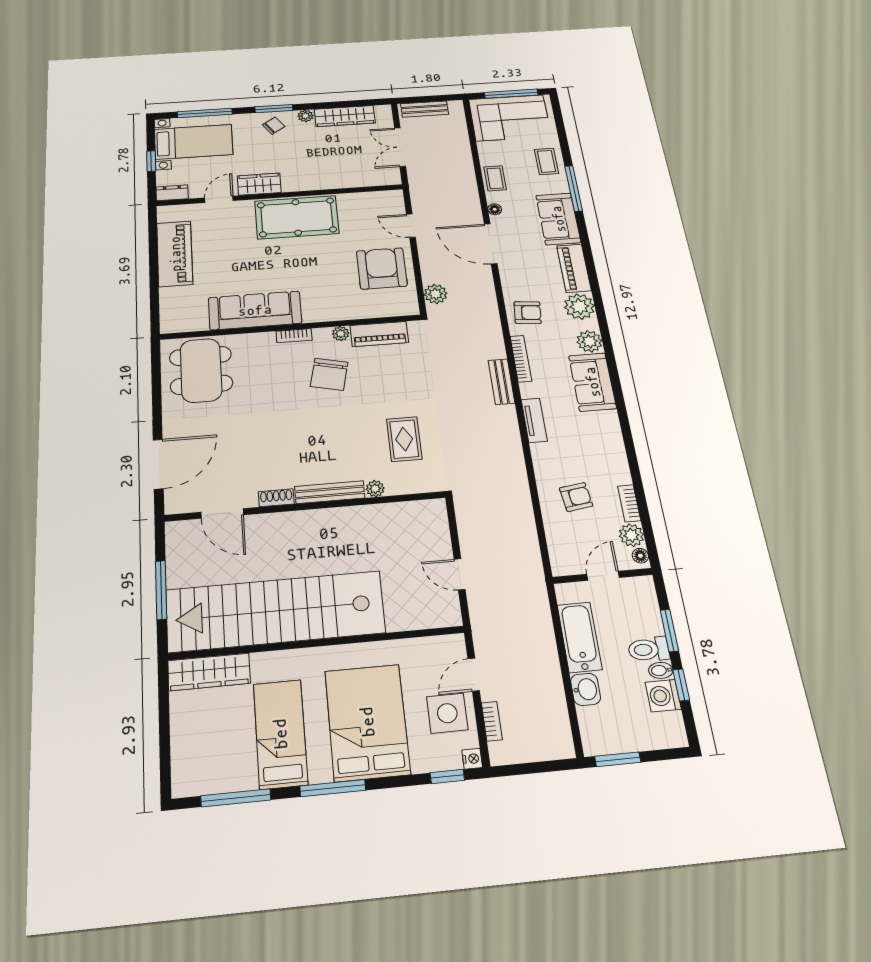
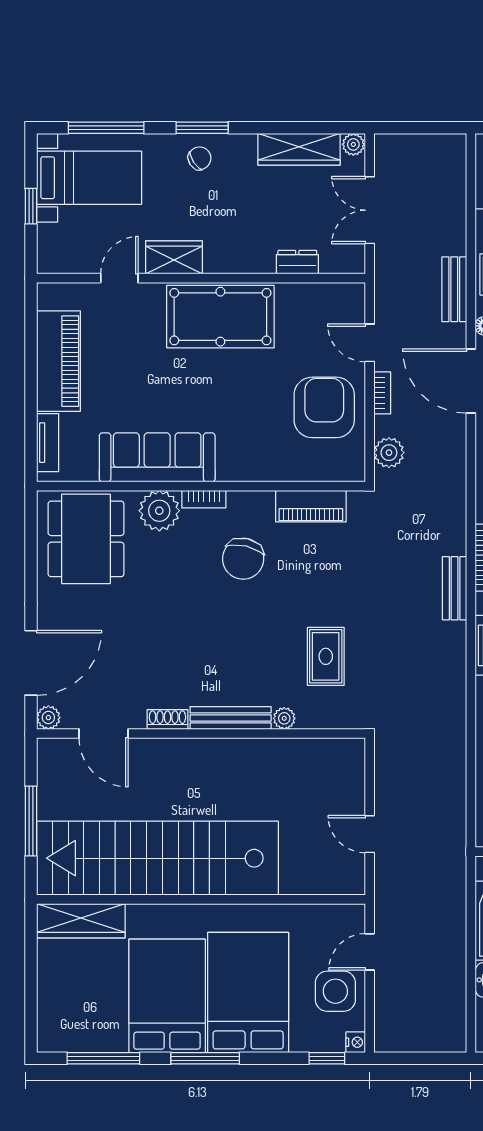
bench: (425, 109) -> (454, 289), moved, turned 90
plant: (305, 116) -> (353, 144), moved
dresser: (172, 193) -> (297, 262), moved
tv unit: (168, 307) -> (48, 443), added
plant: (341, 334) -> (159, 511), moved, width x1.88, depth x1.88
plant: (174, 505) -> (48, 718), added
bookcase: (492, 721) -> (382, 393), moved
bed: (280, 734) -> (167, 996), width x1.50

